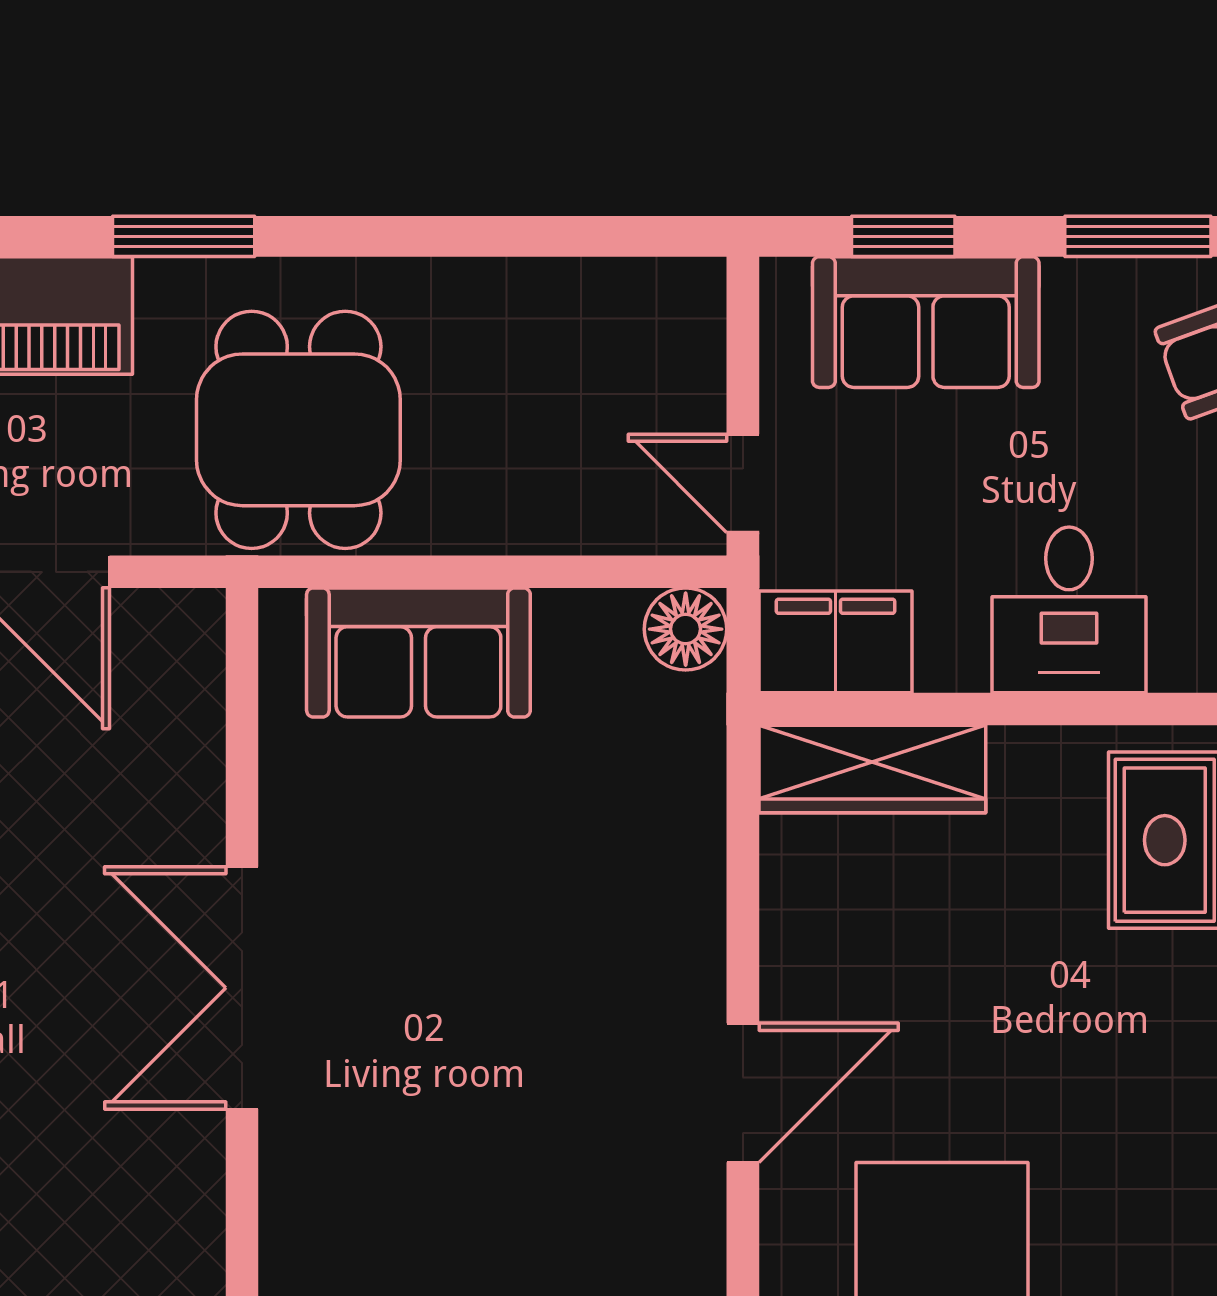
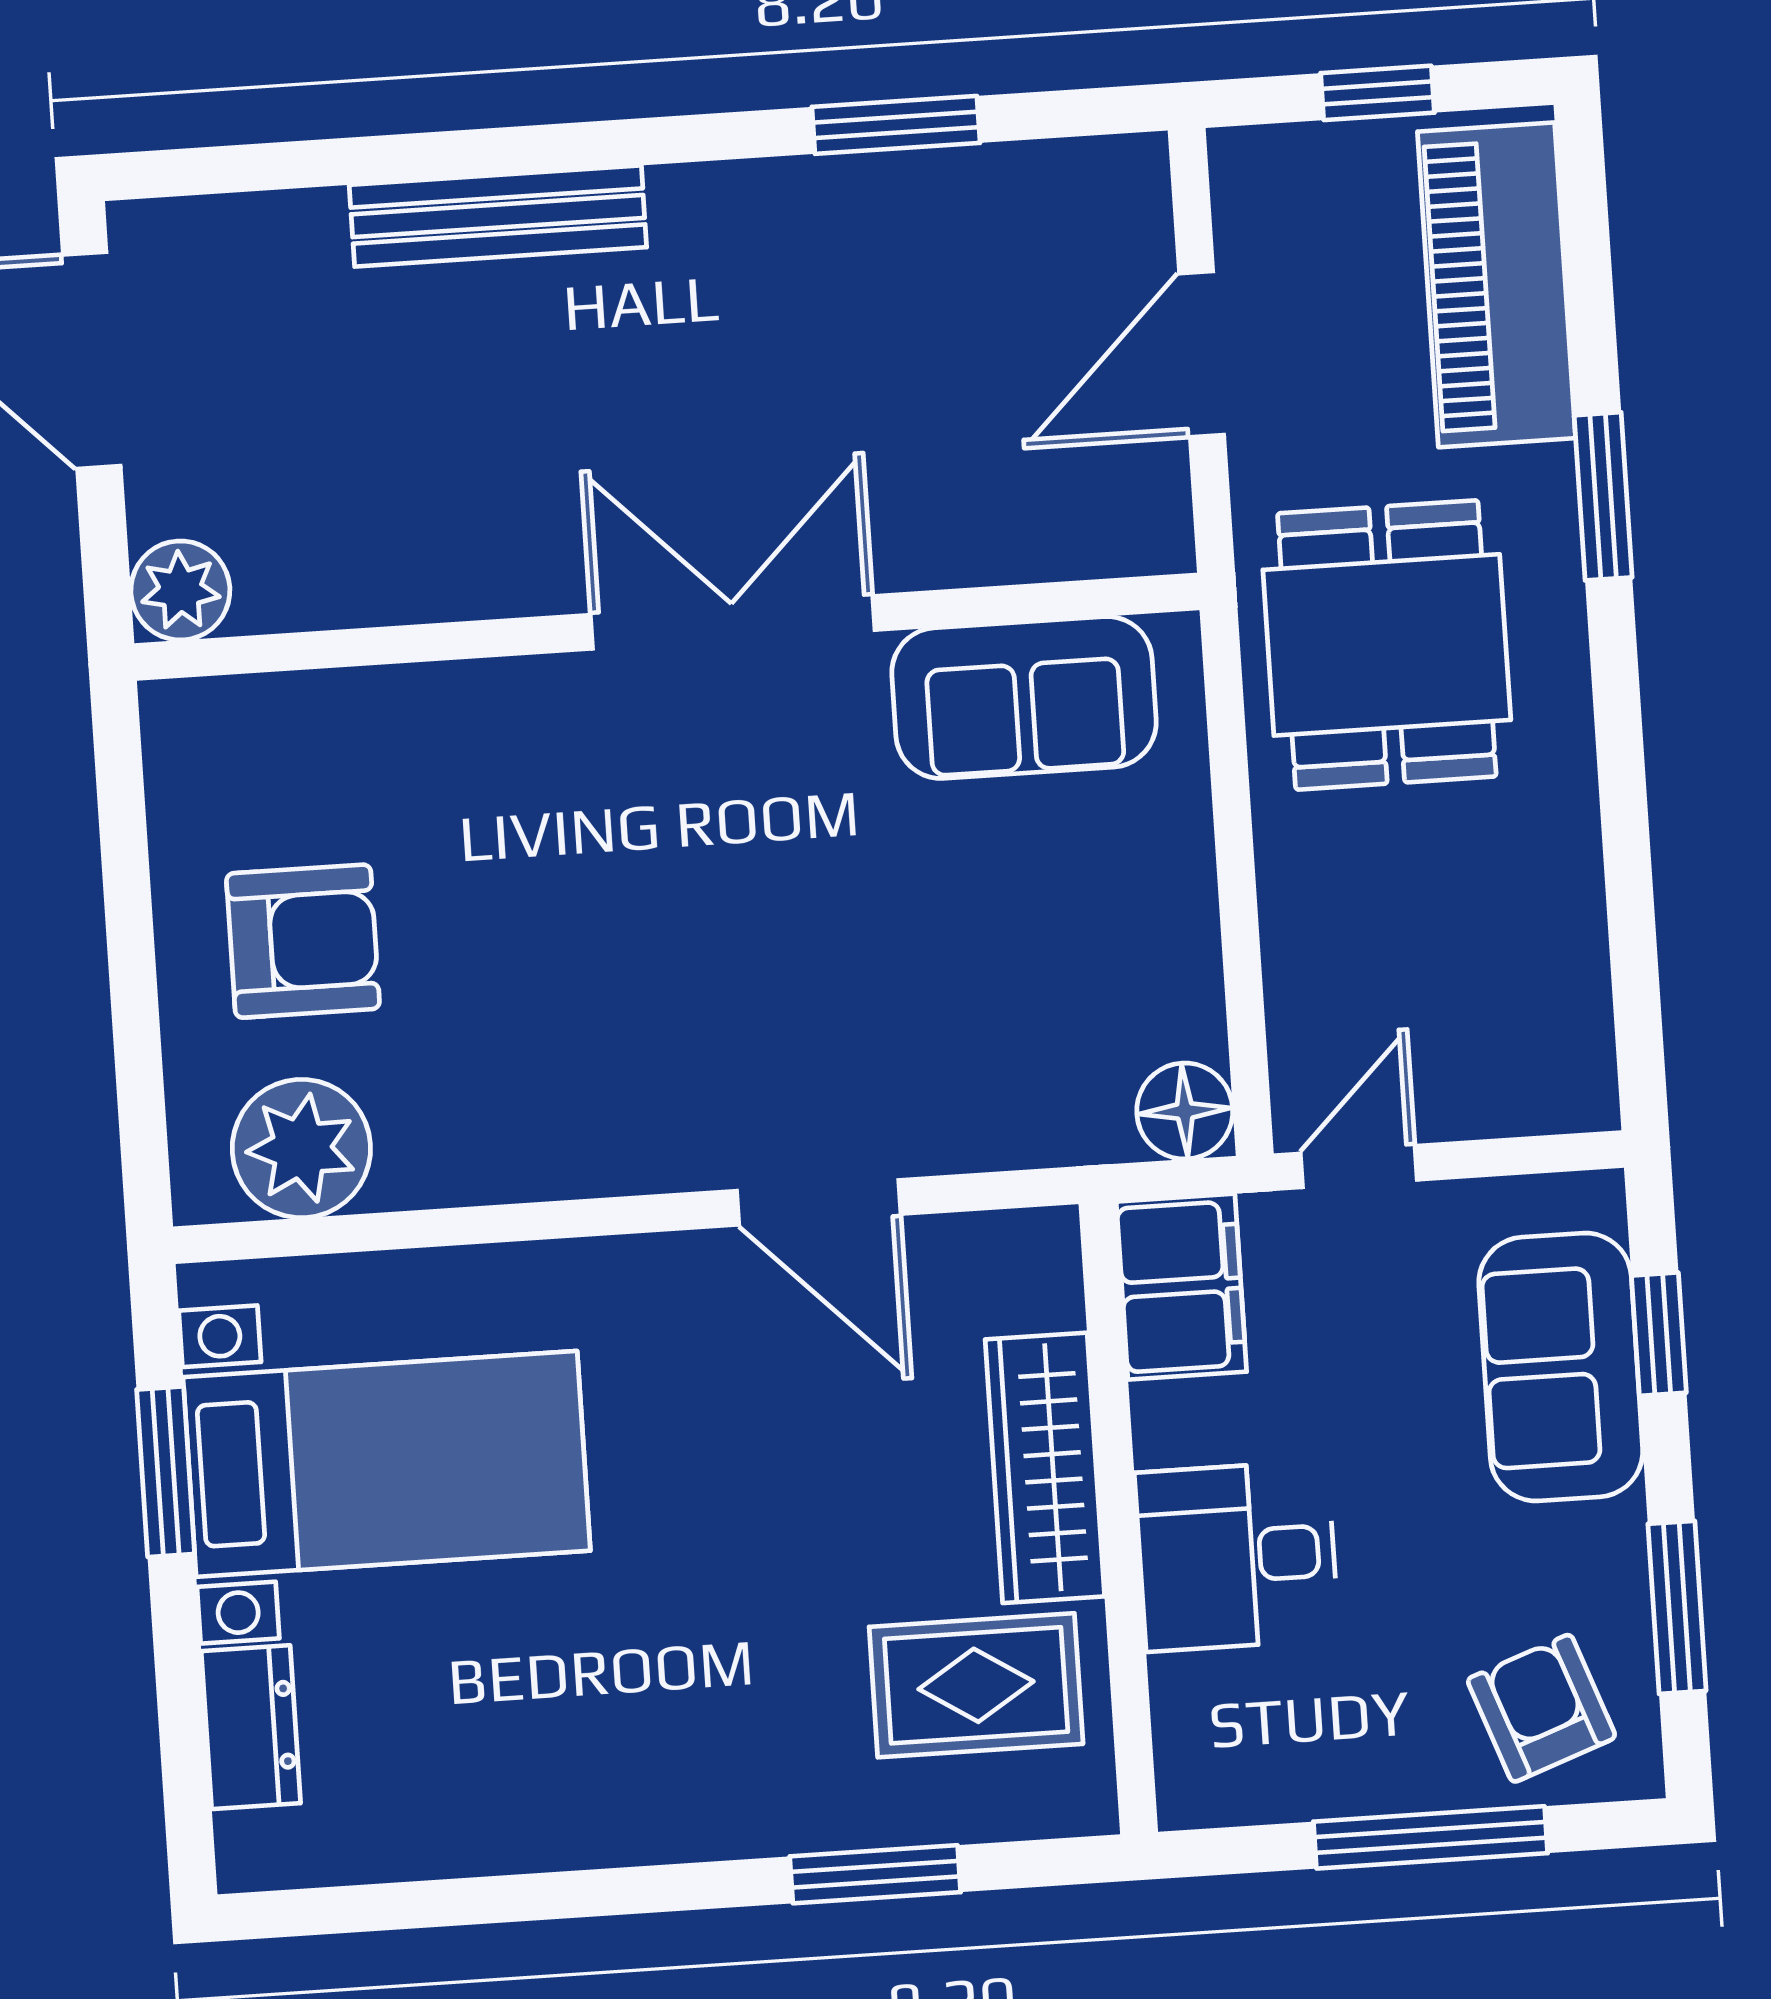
dining table: (298, 430) -> (1387, 645), turned 90
sofa: (418, 652) -> (1024, 697), moved, turned -90
wardrobe: (872, 769) -> (1045, 1468), moved
door: (743, 1093) -> (819, 1202), moved

